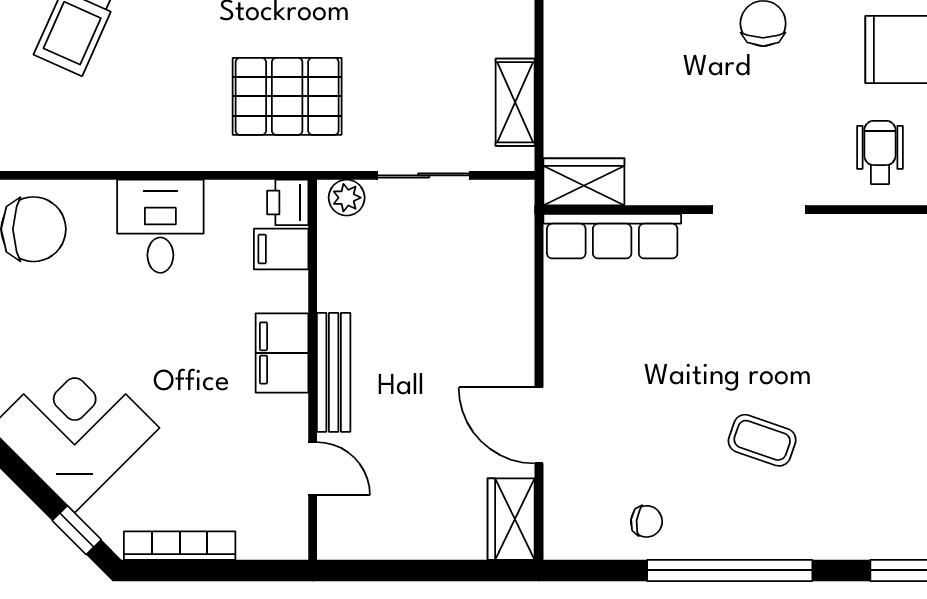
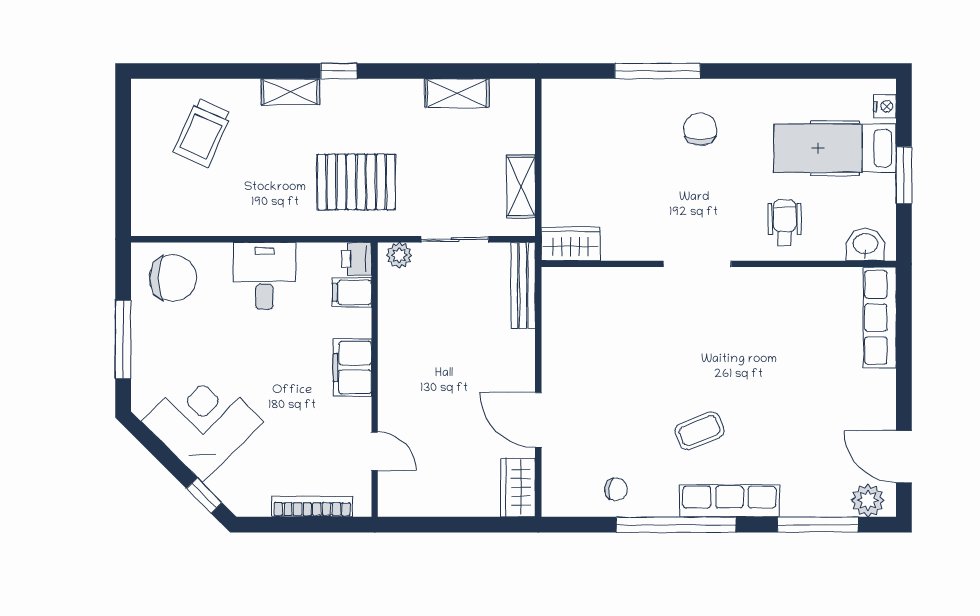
row of seats: (612, 236) -> (729, 501), moved, turned 180
bench: (334, 372) -> (523, 285), moved
coffee table: (762, 440) -> (699, 431), turned -41
bookcase: (180, 546) -> (312, 507), moved

